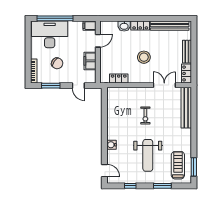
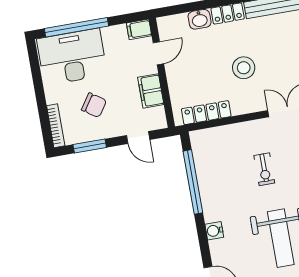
locker: (119, 78) -> (206, 113), width x1.53
window: (104, 116) -> (193, 182), added

